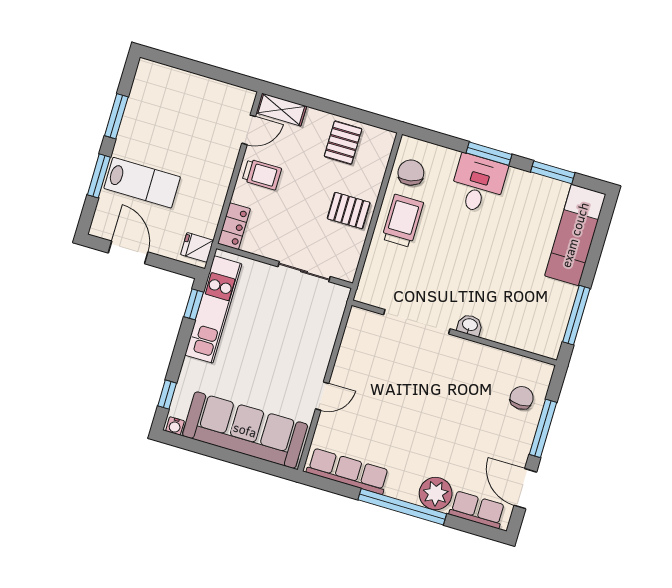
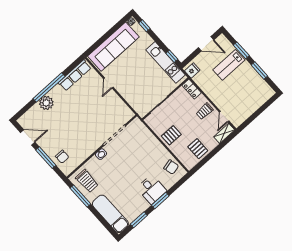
trolley: (403, 221) -> (87, 181), moved
row of seats: (477, 510) -> (31, 115), removed

